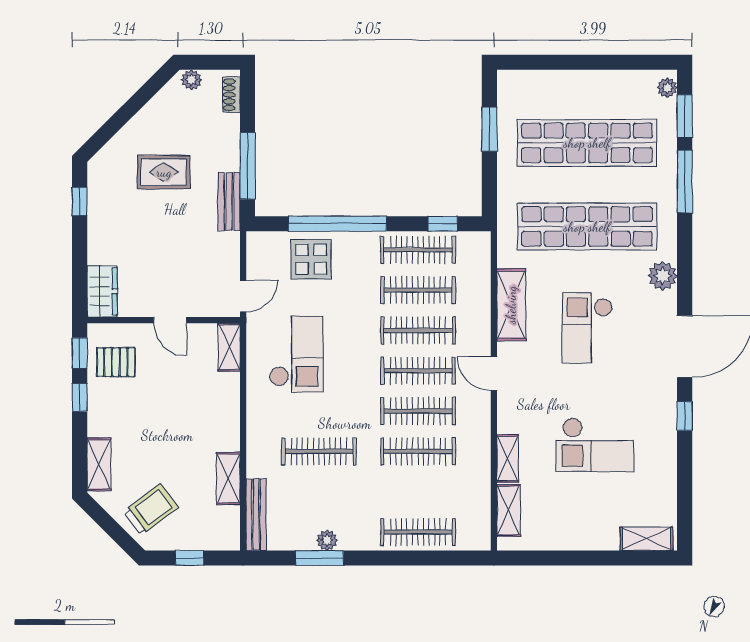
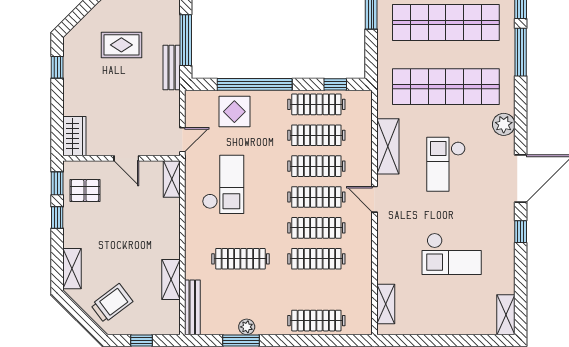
shelving: (508, 459) -> (385, 264), removed
shelving: (647, 539) -> (506, 315), moved, turned 90

